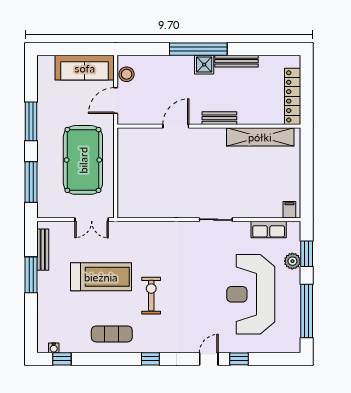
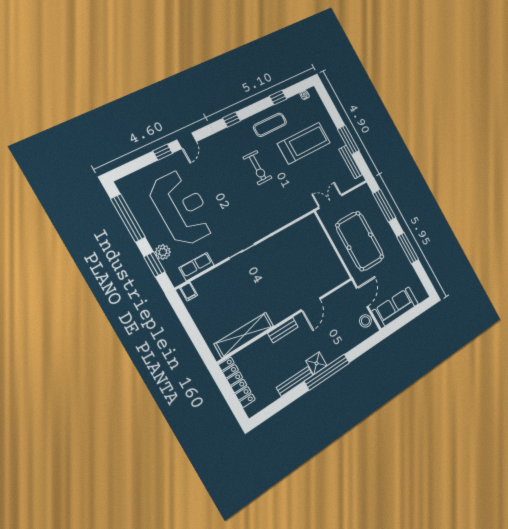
treadmill: (101, 277) -> (304, 143), moved, turned 180
window: (62, 359) -> (278, 98), moved

